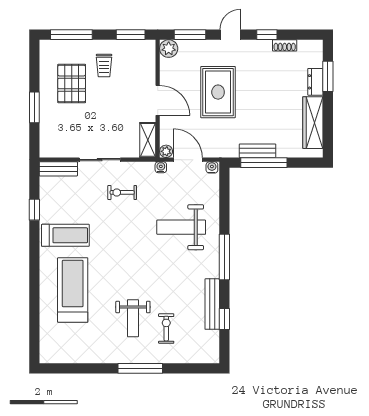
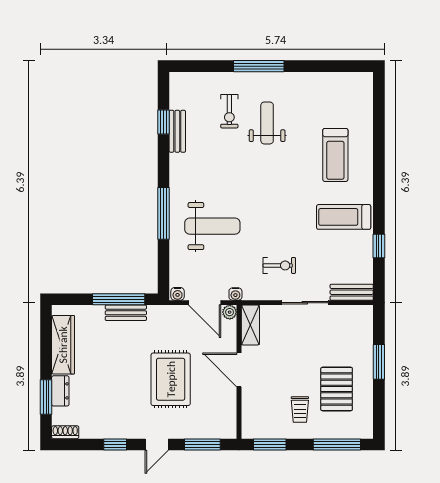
shoe rack: (285, 45) -> (65, 432), moved
plant: (169, 49) -> (227, 429), removed
trolley: (104, 65) -> (300, 409), turned 180
window: (224, 257) -> (164, 213), moved
treadmill: (73, 290) -> (335, 155), width x0.73, depth x0.73
bench: (212, 304) -> (177, 131), width x0.73

